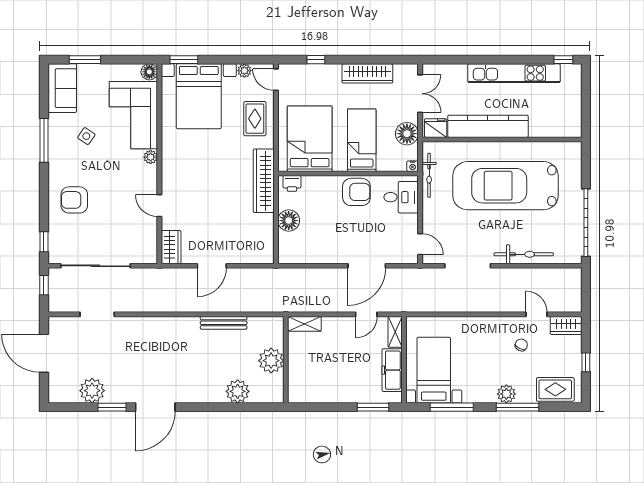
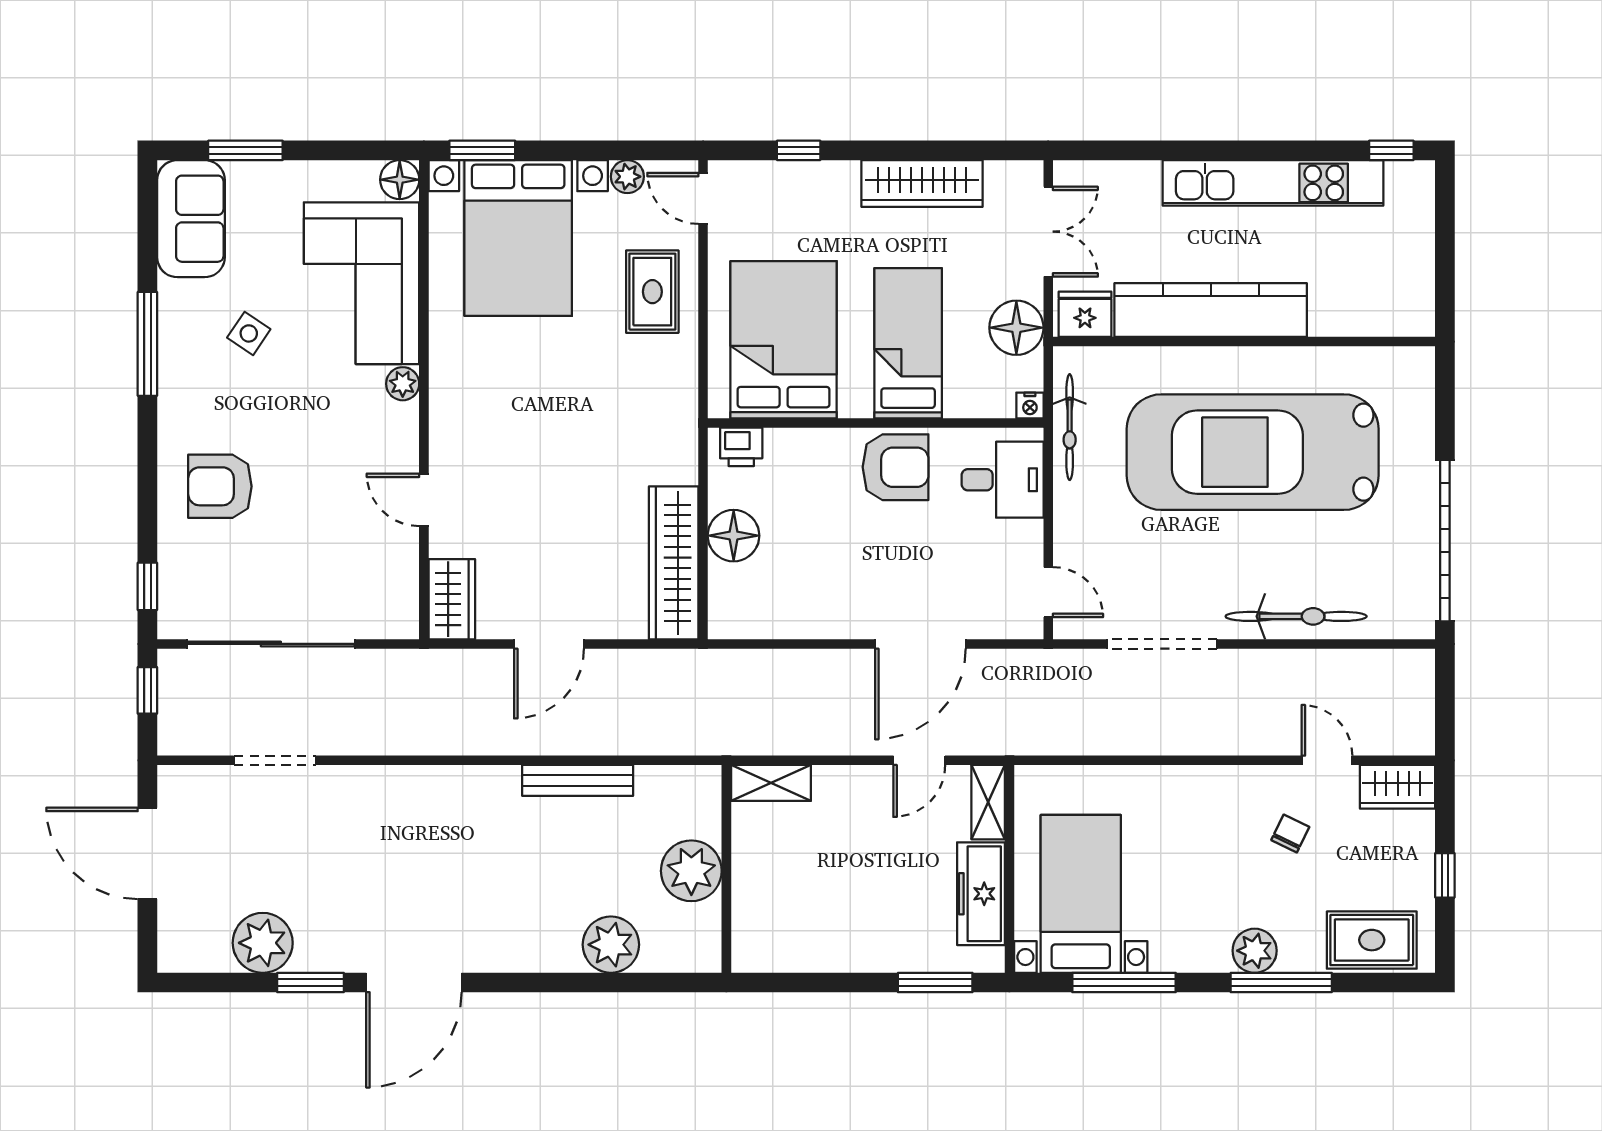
wardrobe: (264, 181) -> (674, 563), moved

